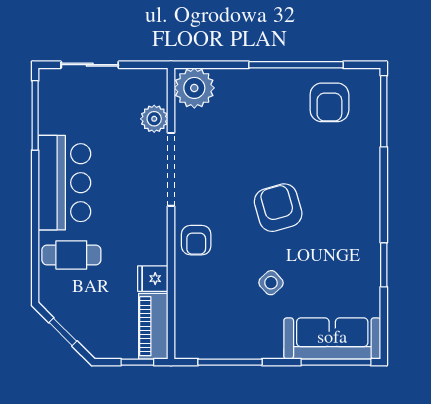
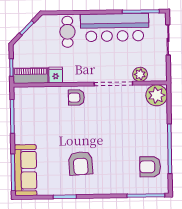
bar counter: (64, 183) -> (115, 27), width x1.36
armchair: (278, 208) -> (81, 163), moved, turned 103
side table: (271, 283) -> (54, 137), removed

